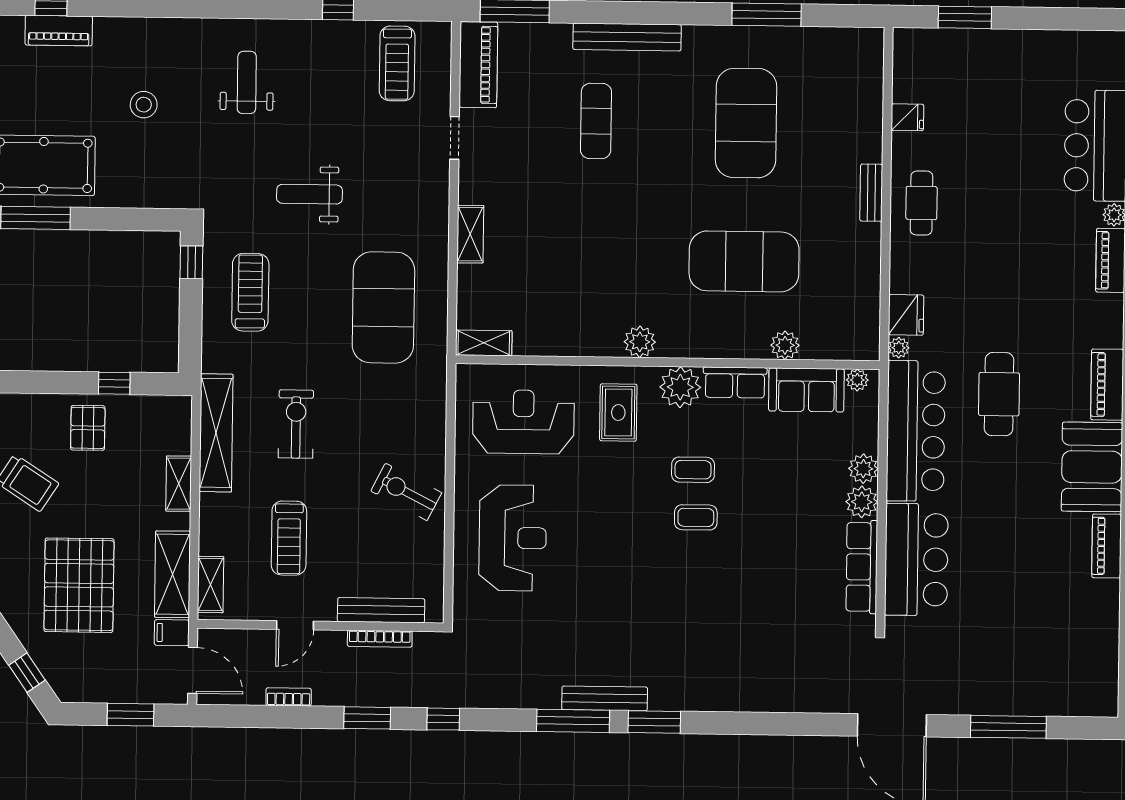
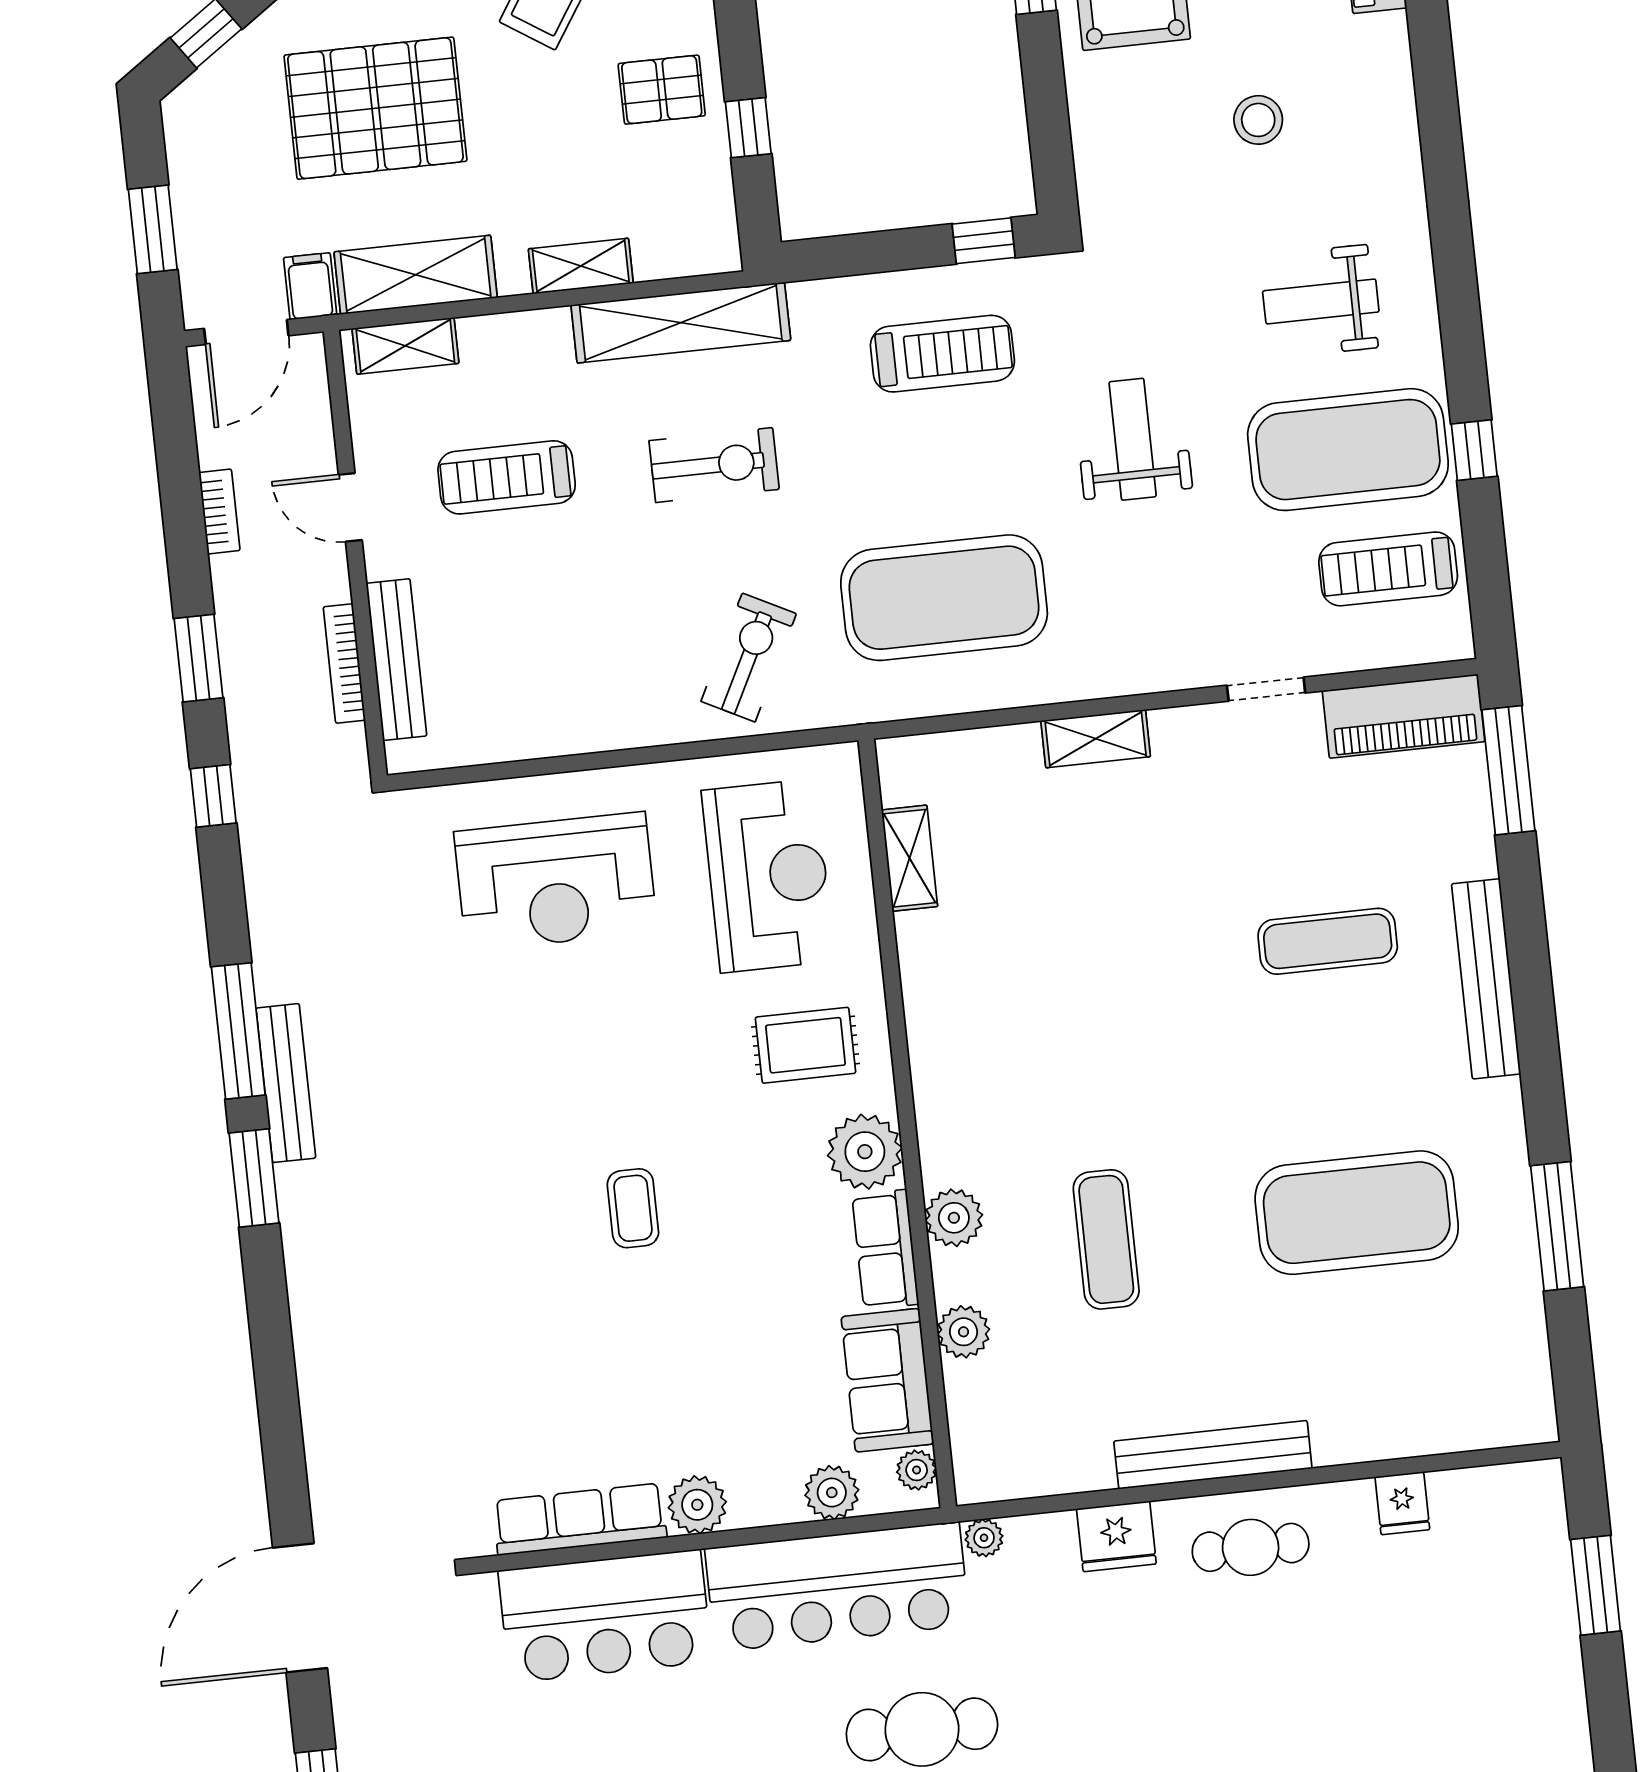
exercise mat: (329, 77) -> (1348, 450), added
weight bench: (247, 82) -> (1321, 301), turned 180
bench: (871, 193) -> (1213, 1455), width x1.86, depth x1.21
exercise mat: (744, 261) -> (1106, 1239), width x0.50, depth x0.69
fridge: (906, 315) -> (1116, 1536), moved
plant: (640, 342) -> (954, 1218), moved
shelving: (484, 343) -> (909, 858), moved
plant: (863, 469) -> (832, 1493), moved
coffee table: (693, 470) -> (718, 1193), removed
exercise bike: (406, 492) -> (749, 657), moved

